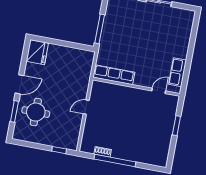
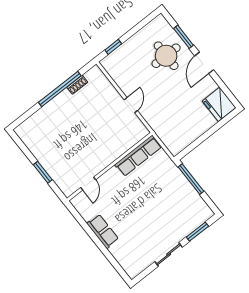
row of seats: (178, 72) -> (103, 231), moved

